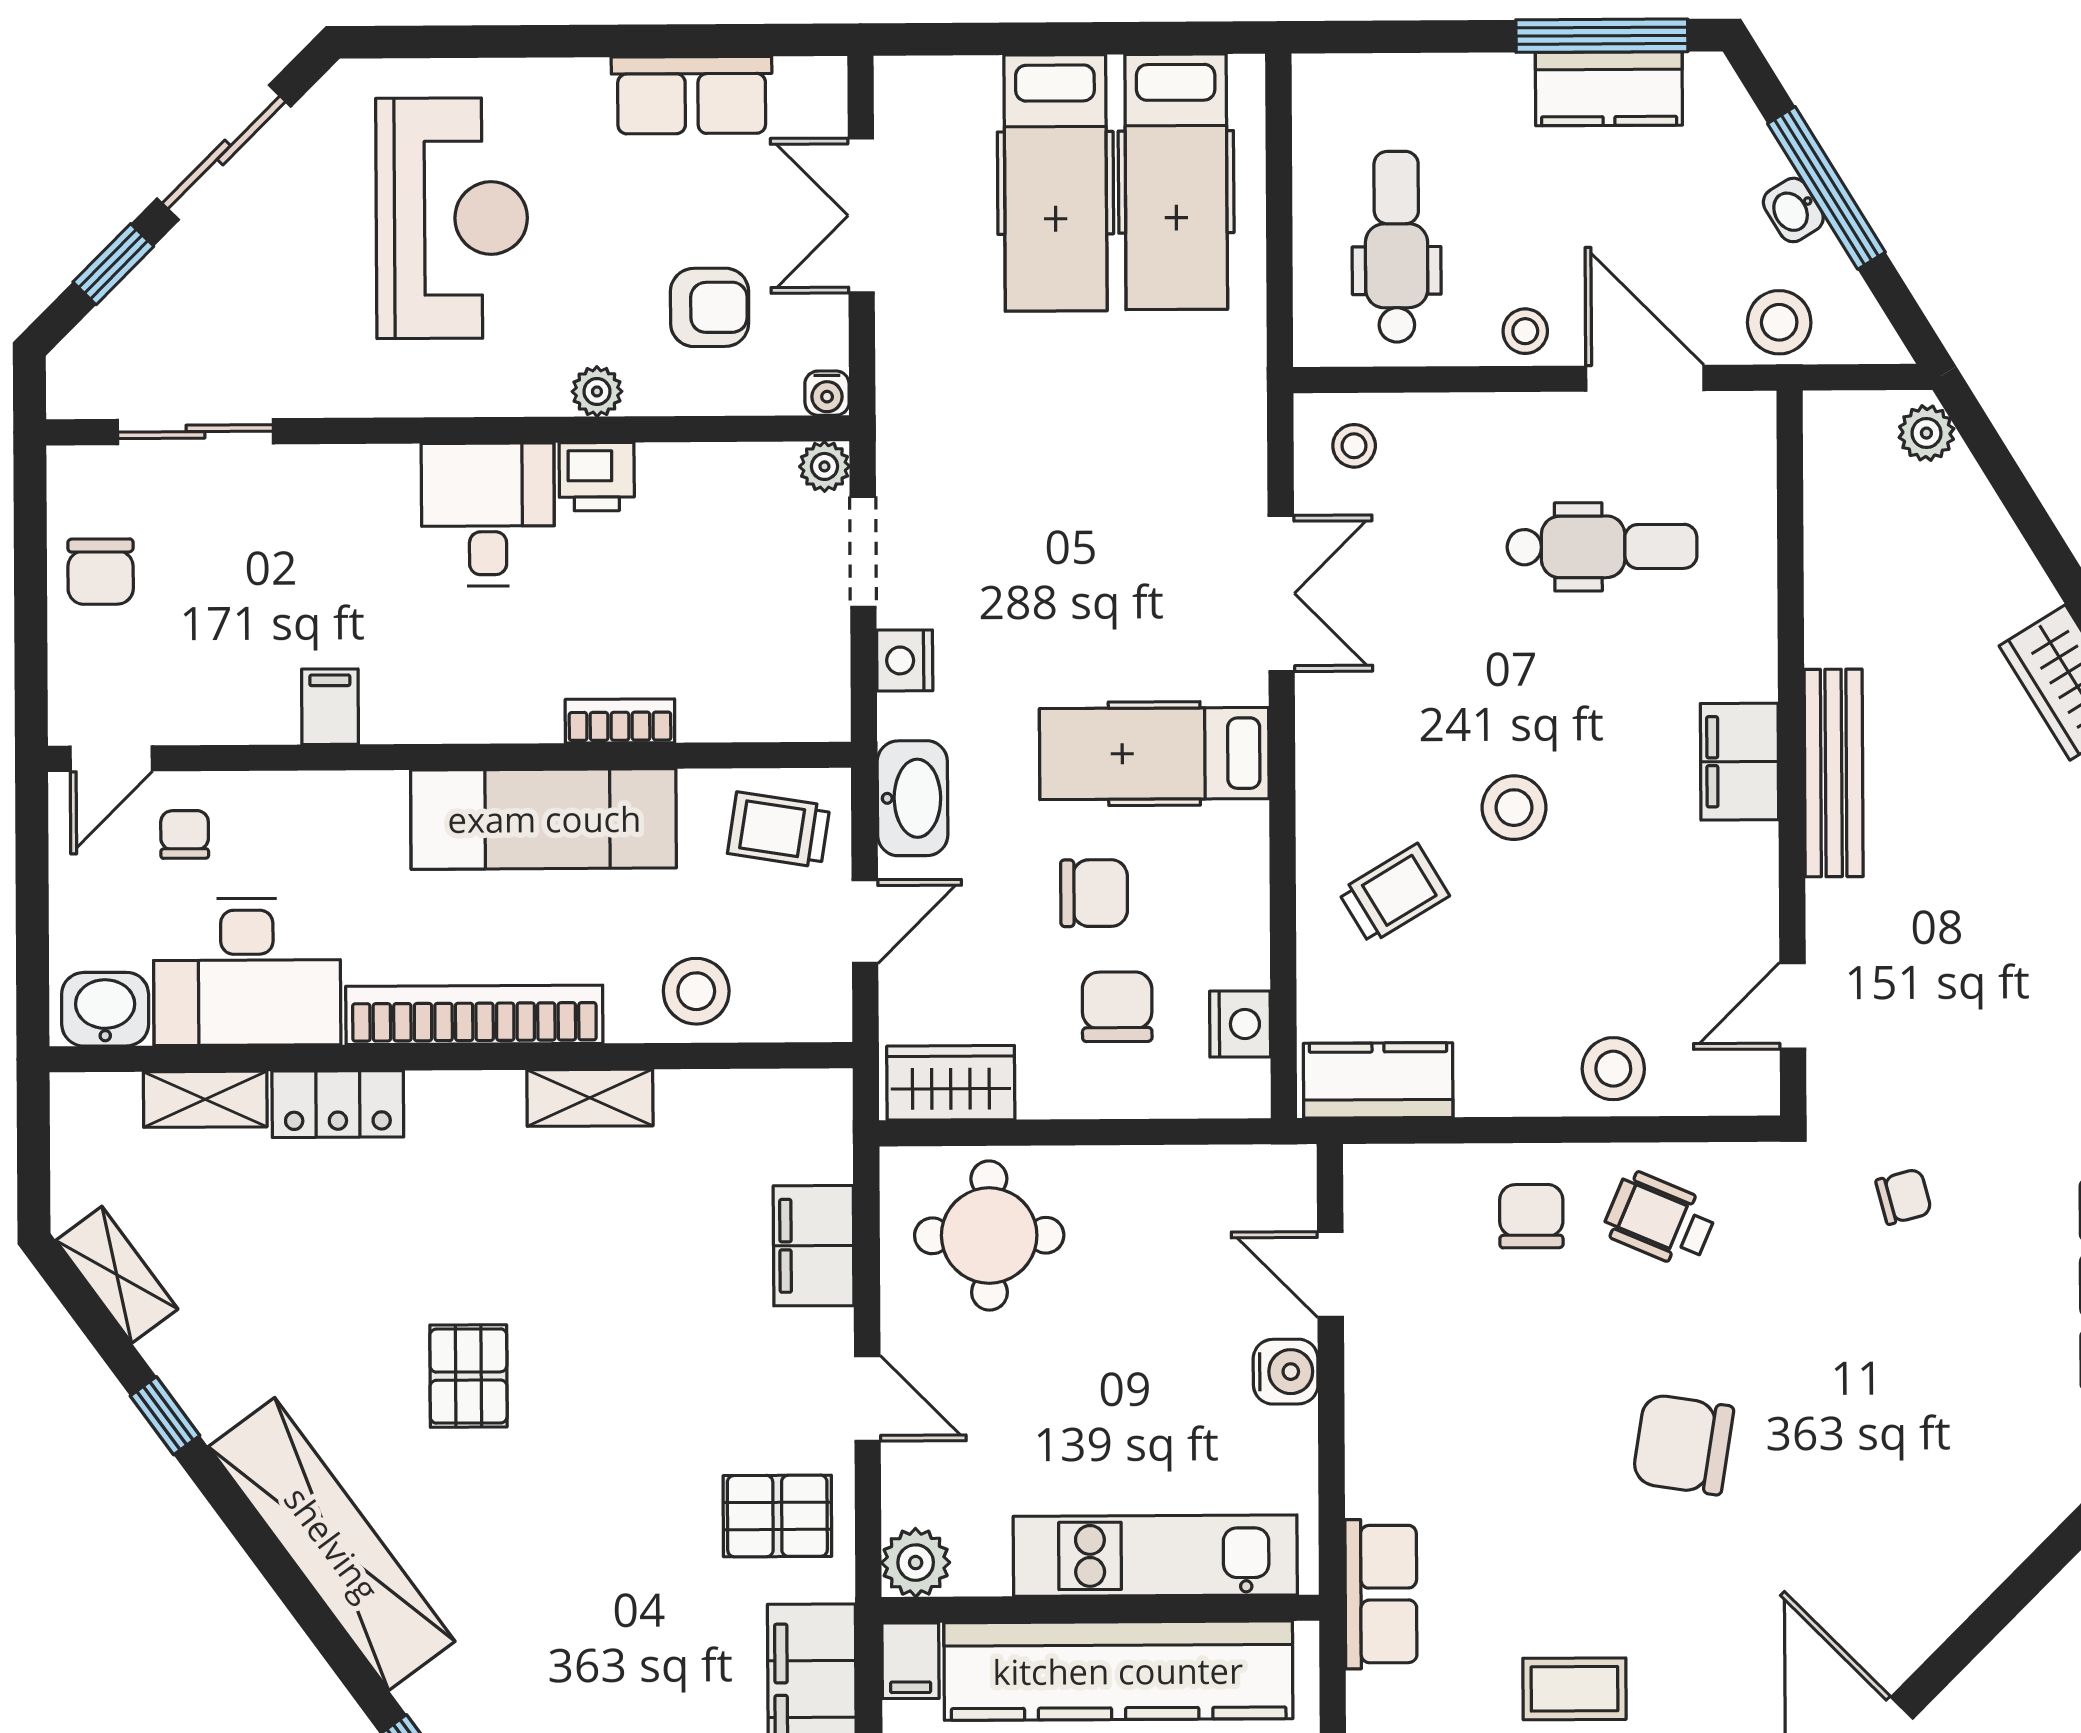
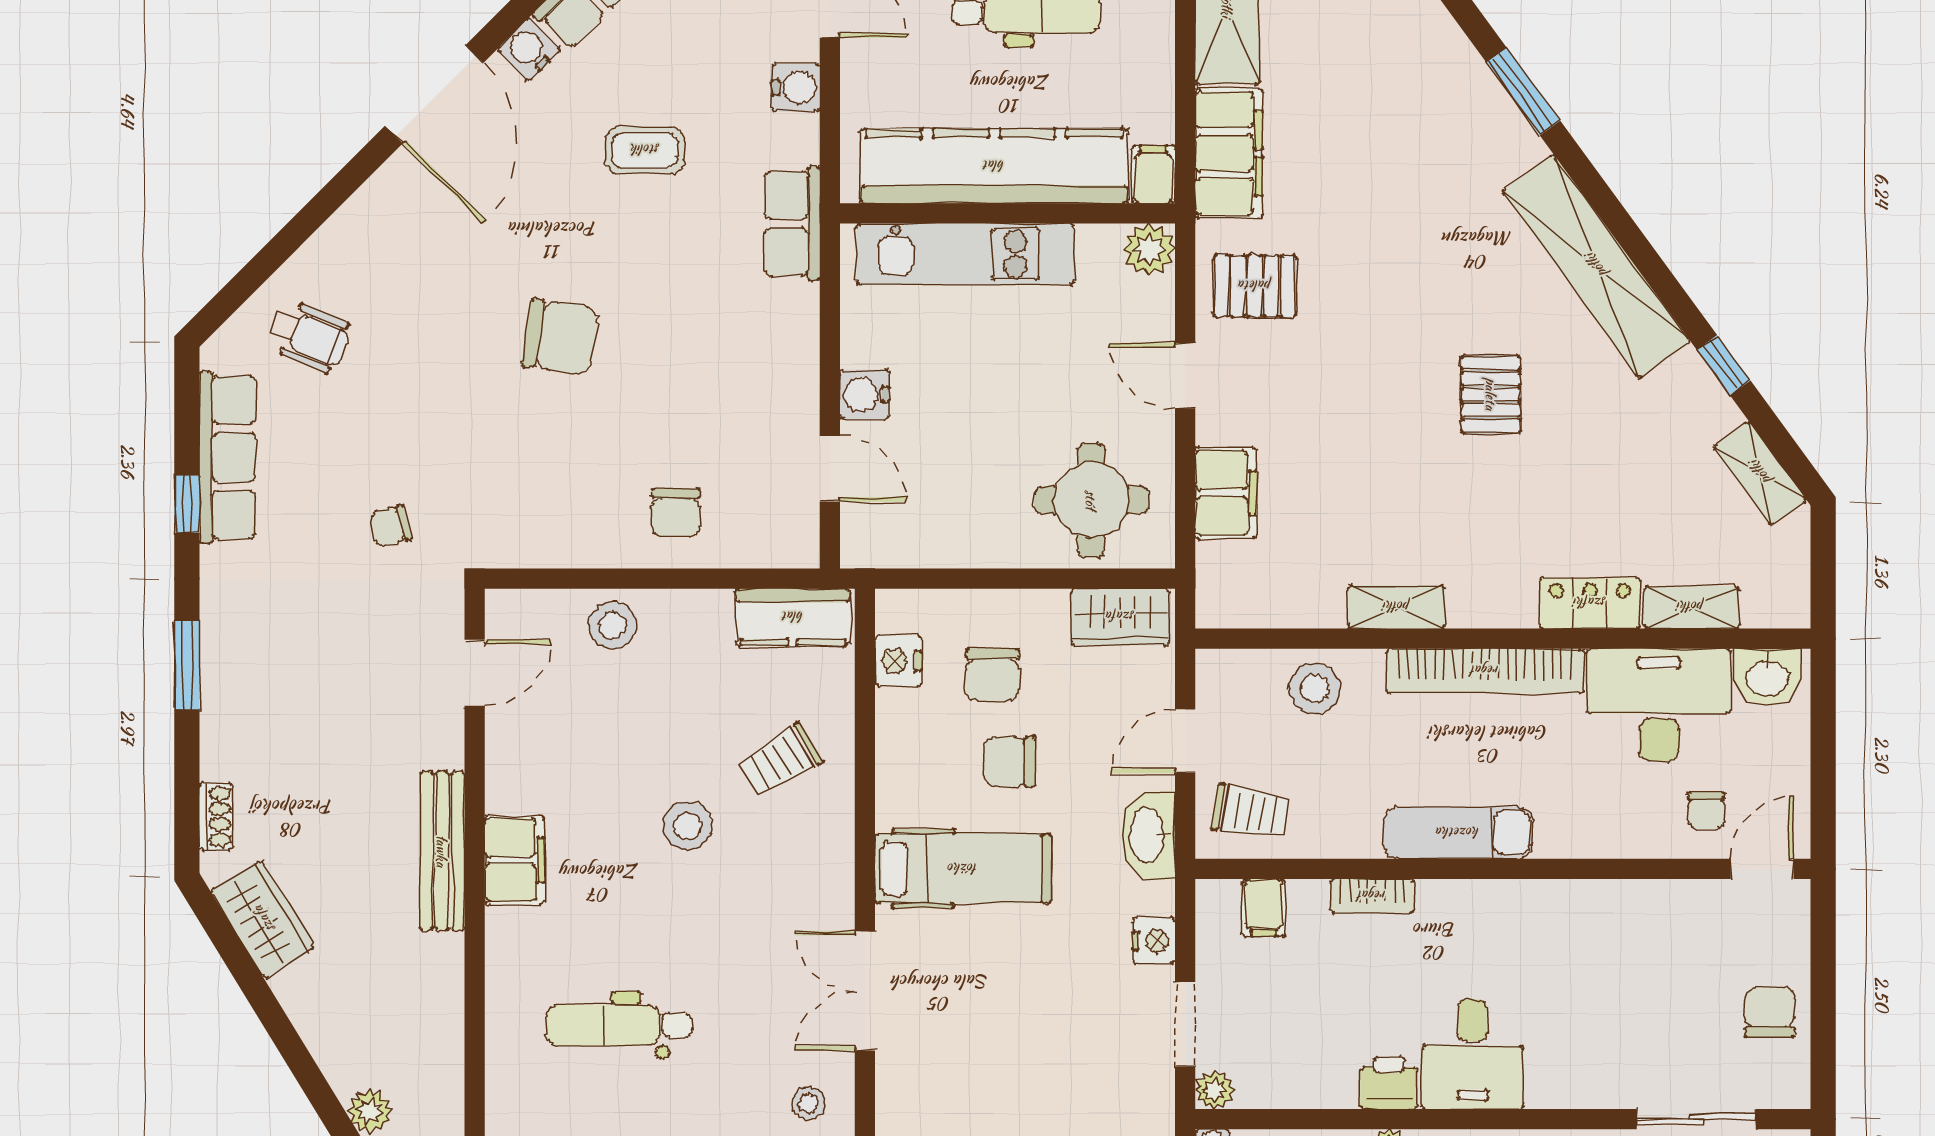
filing cabinet: (330, 707) -> (1264, 908), moved
exam couch: (544, 819) -> (1458, 833), width x0.73, depth x0.69
wheelchair: (1660, 1220) -> (309, 336), moved

